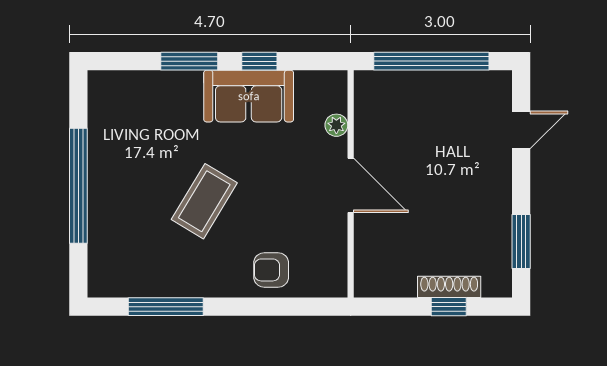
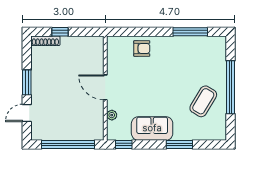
window: (259, 61) -> (124, 145), moved
coffee table: (204, 201) -> (203, 101), moved
window: (521, 242) -> (27, 82), moved
shoe rack: (449, 287) -> (45, 41), moved

